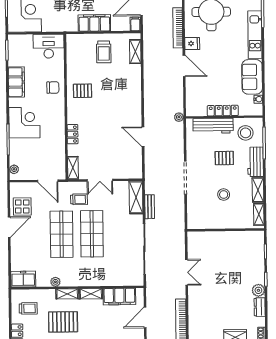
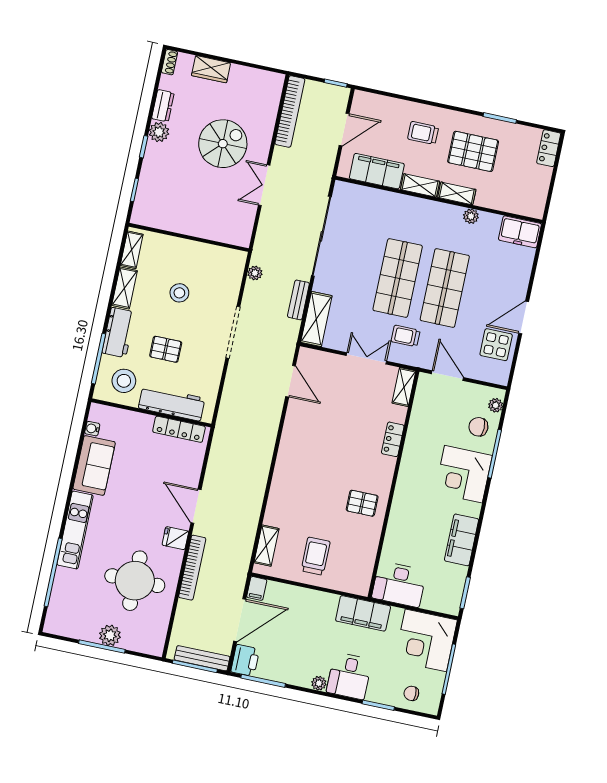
filing cabinet: (94, 23) -> (363, 613), moved
chair: (53, 88) -> (478, 427), moved
locker: (223, 111) -> (179, 429), moved
plant: (179, 117) -> (255, 273), moved
door: (143, 137) -> (291, 381), moved
spiral stairs: (218, 292) -> (223, 144), added
trolley: (28, 308) -> (423, 133), moved

